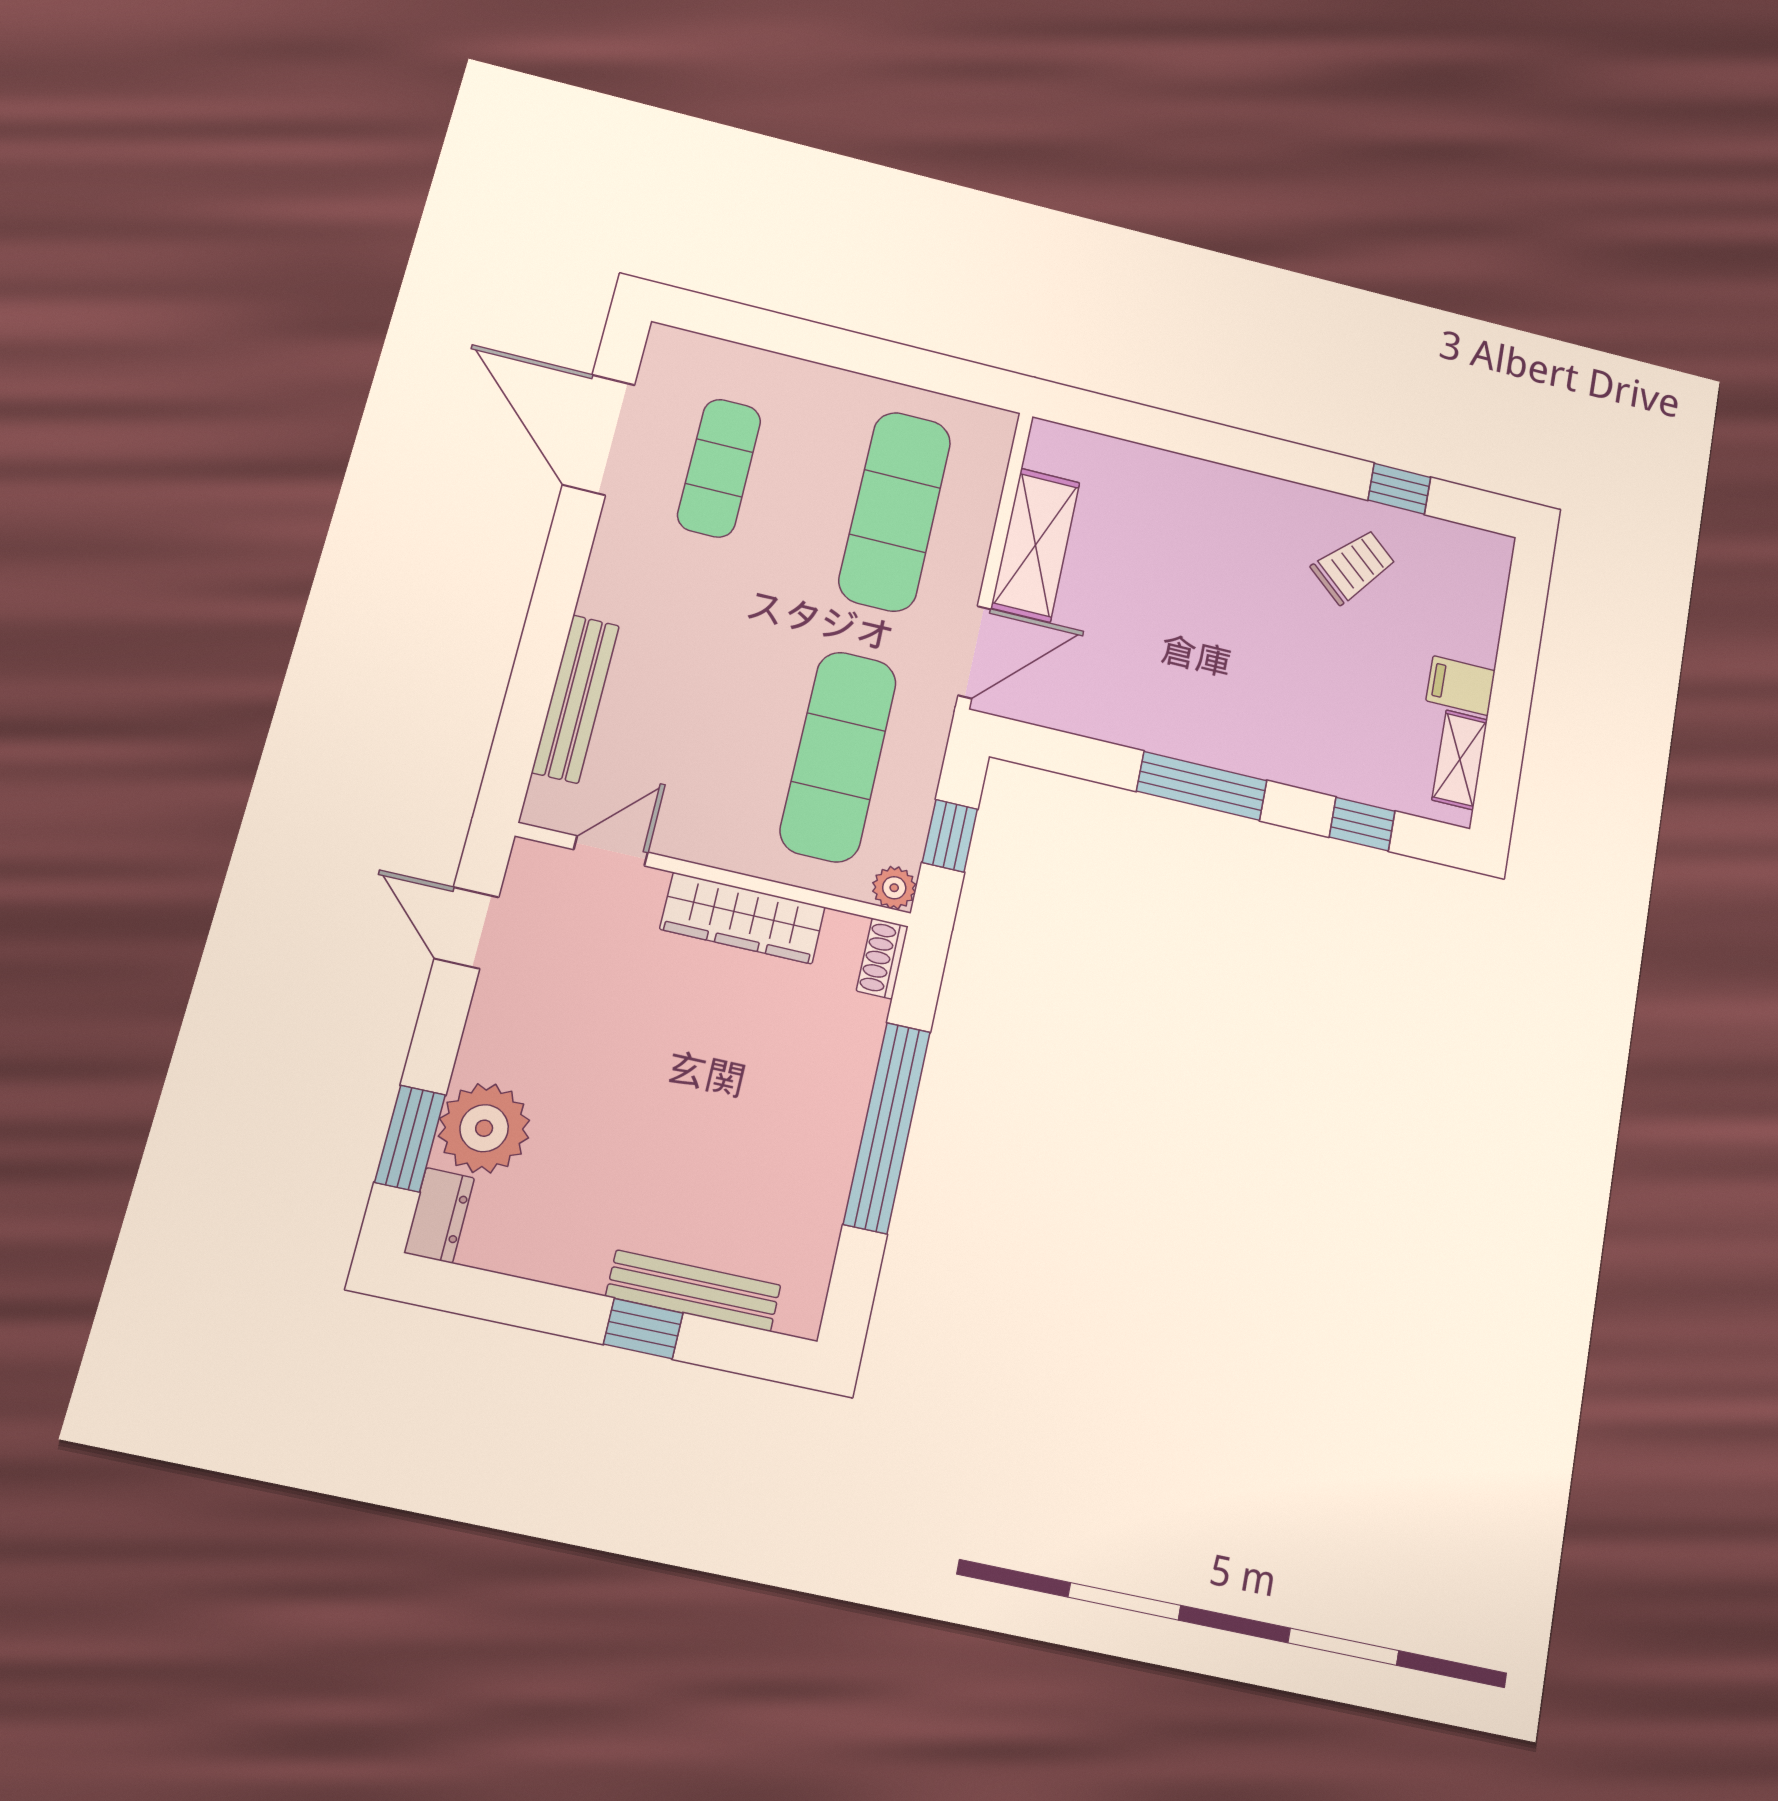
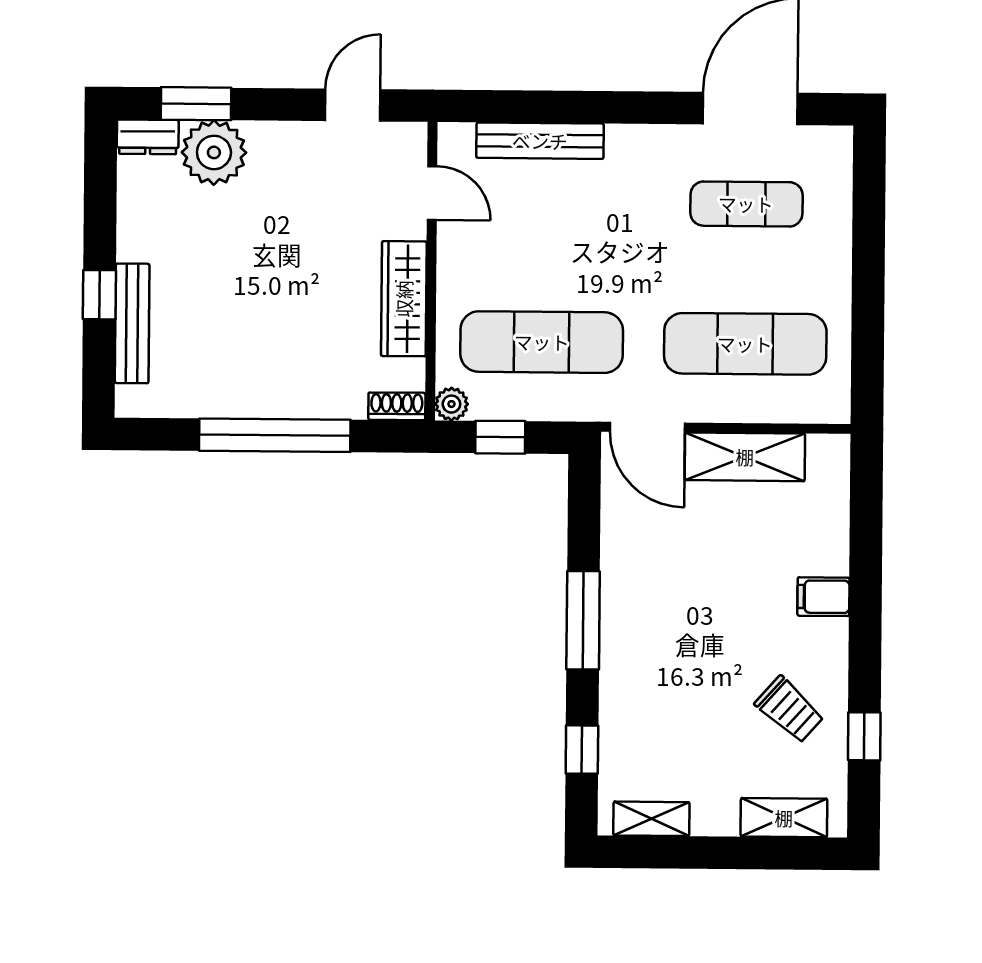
shelving: (1482, 604) -> (784, 818), added
filing cabinet: (1461, 686) -> (823, 597), moved, turned -90

